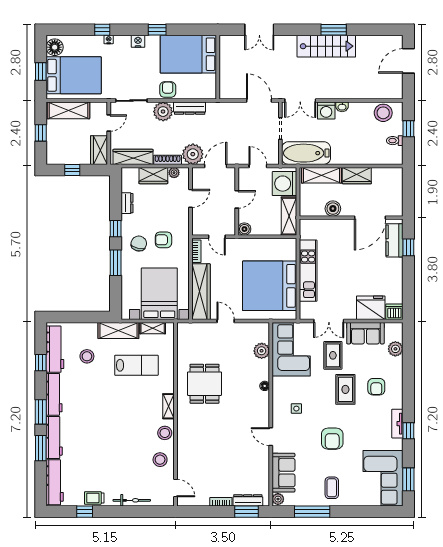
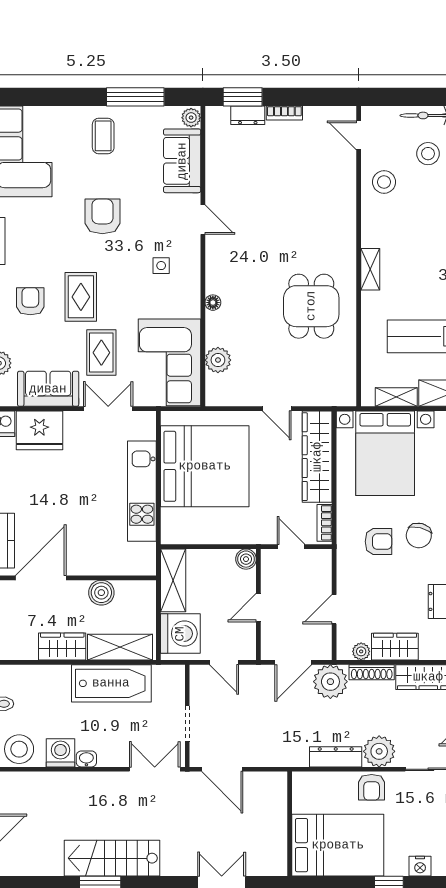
washing machine: (326, 111) -> (60, 753), moved
bathtub: (306, 153) -> (111, 683), moved
stool: (165, 433) -> (428, 154), moved
dresser: (248, 500) -> (248, 115), width x0.70

